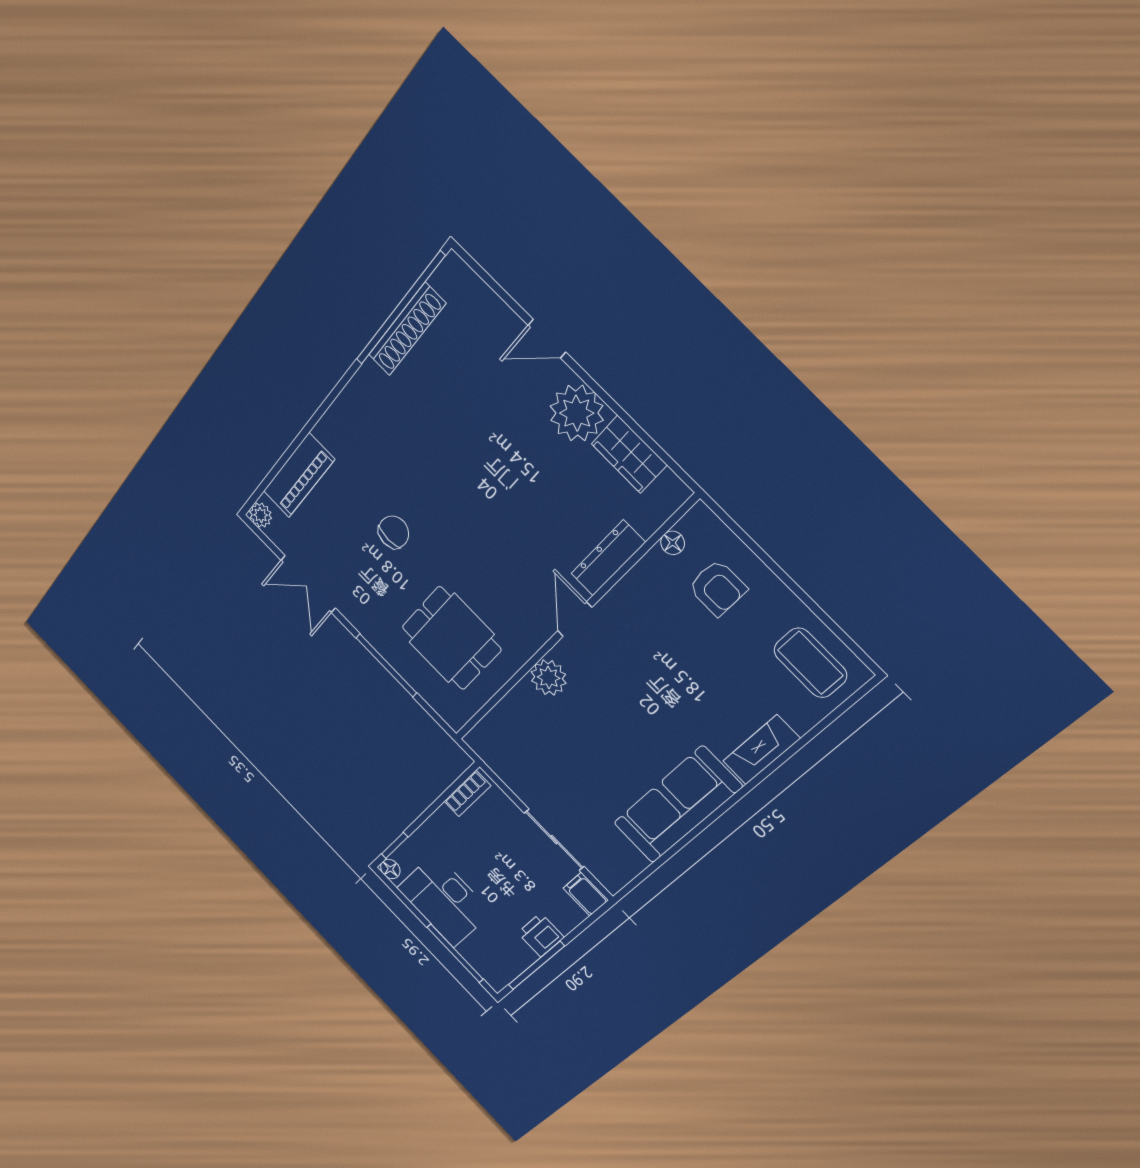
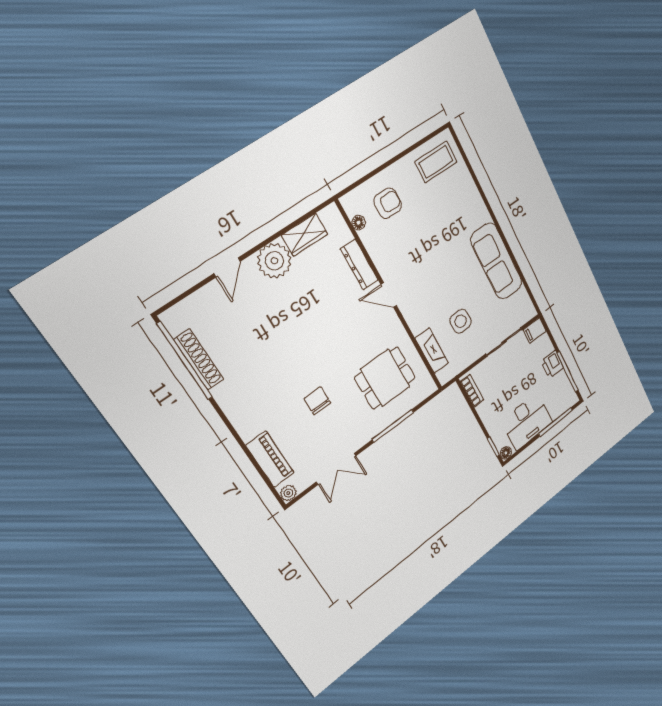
plant: (549, 678) -> (418, 321), removed
fireplace: (761, 750) -> (432, 351), moved, turned 180
side table: (567, 755) -> (461, 321), added

